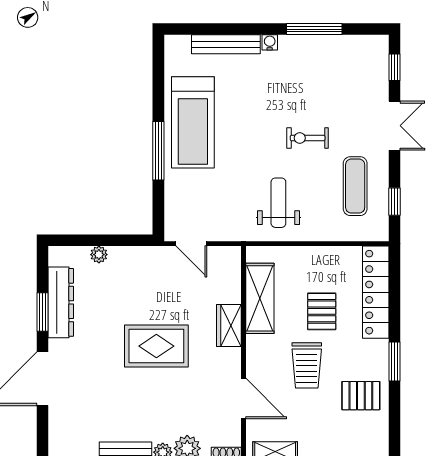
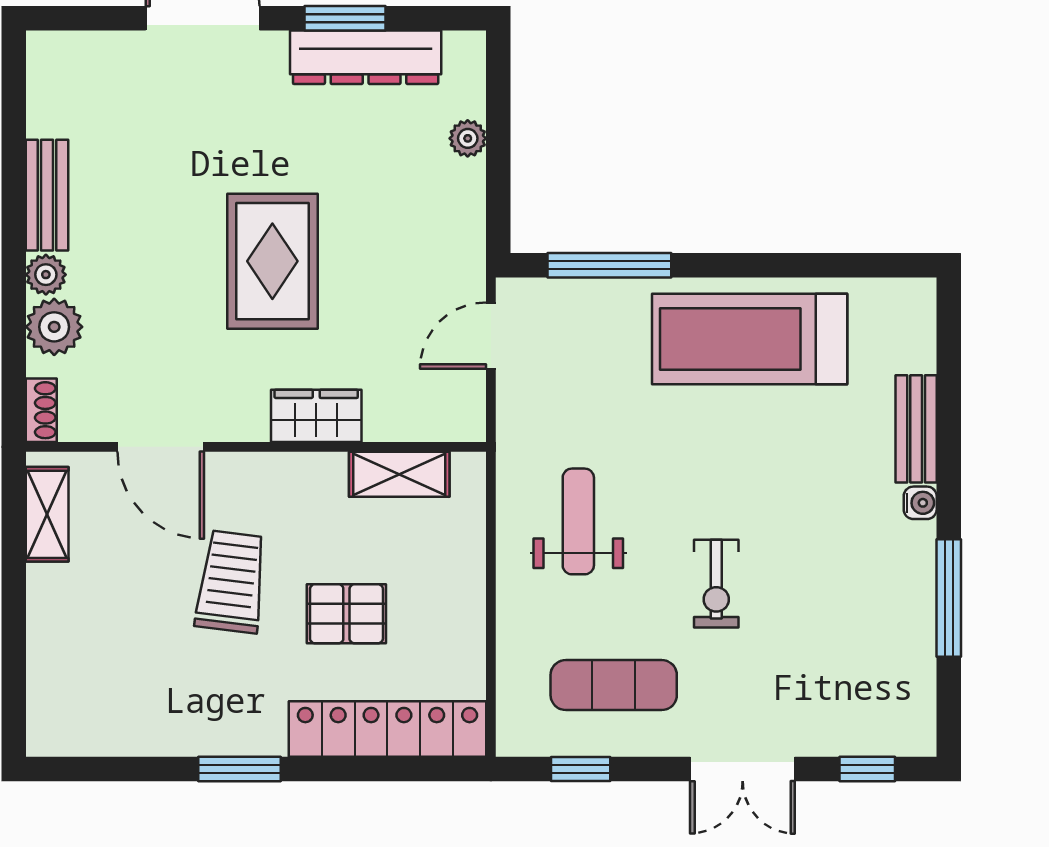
bench: (226, 44) -> (916, 429), width x0.73
exercise bike: (308, 138) -> (716, 584), turned 180
window: (158, 151) -> (609, 265), moved
weight bench: (278, 203) -> (578, 521), turned -90
shelving: (260, 298) -> (399, 474), width x0.67, depth x0.75
trolley: (307, 365) -> (231, 582), turned 97
pallet: (361, 396) -> (166, 697), removed
door: (243, 398) -> (161, 447), hinge flipped

